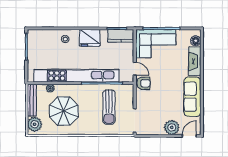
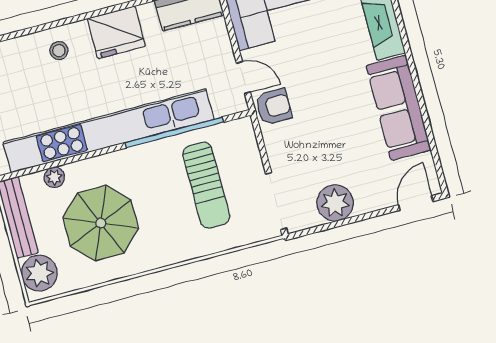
plant: (172, 127) -> (335, 203), moved

